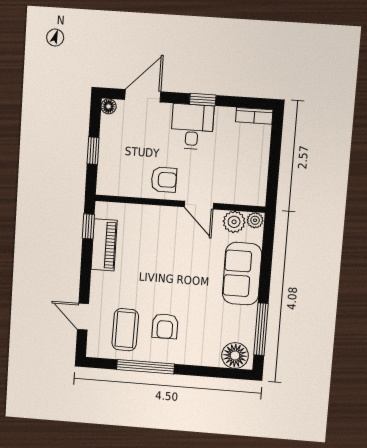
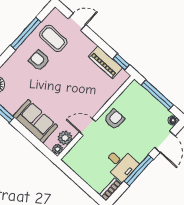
window: (203, 100) -> (139, 170), width x2.17
desk: (192, 127) -> (121, 164), moved
window: (93, 151) -> (157, 95), width x2.17
armchair: (164, 180) -> (114, 119), turned 180

